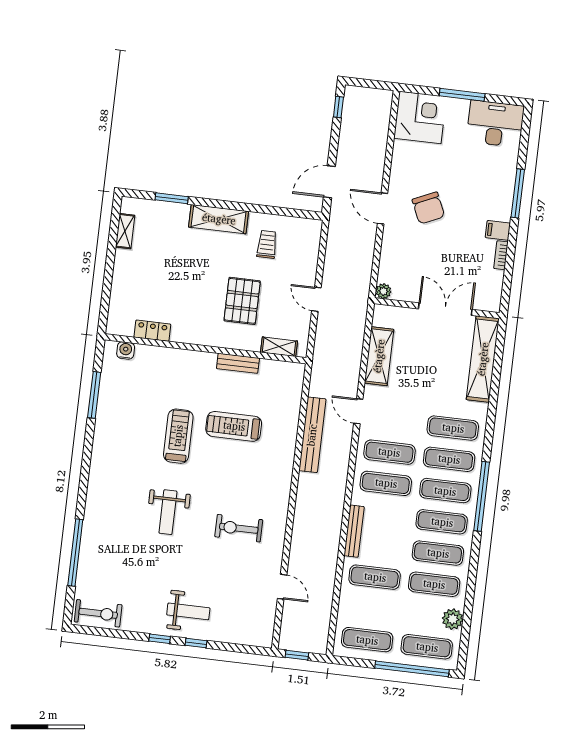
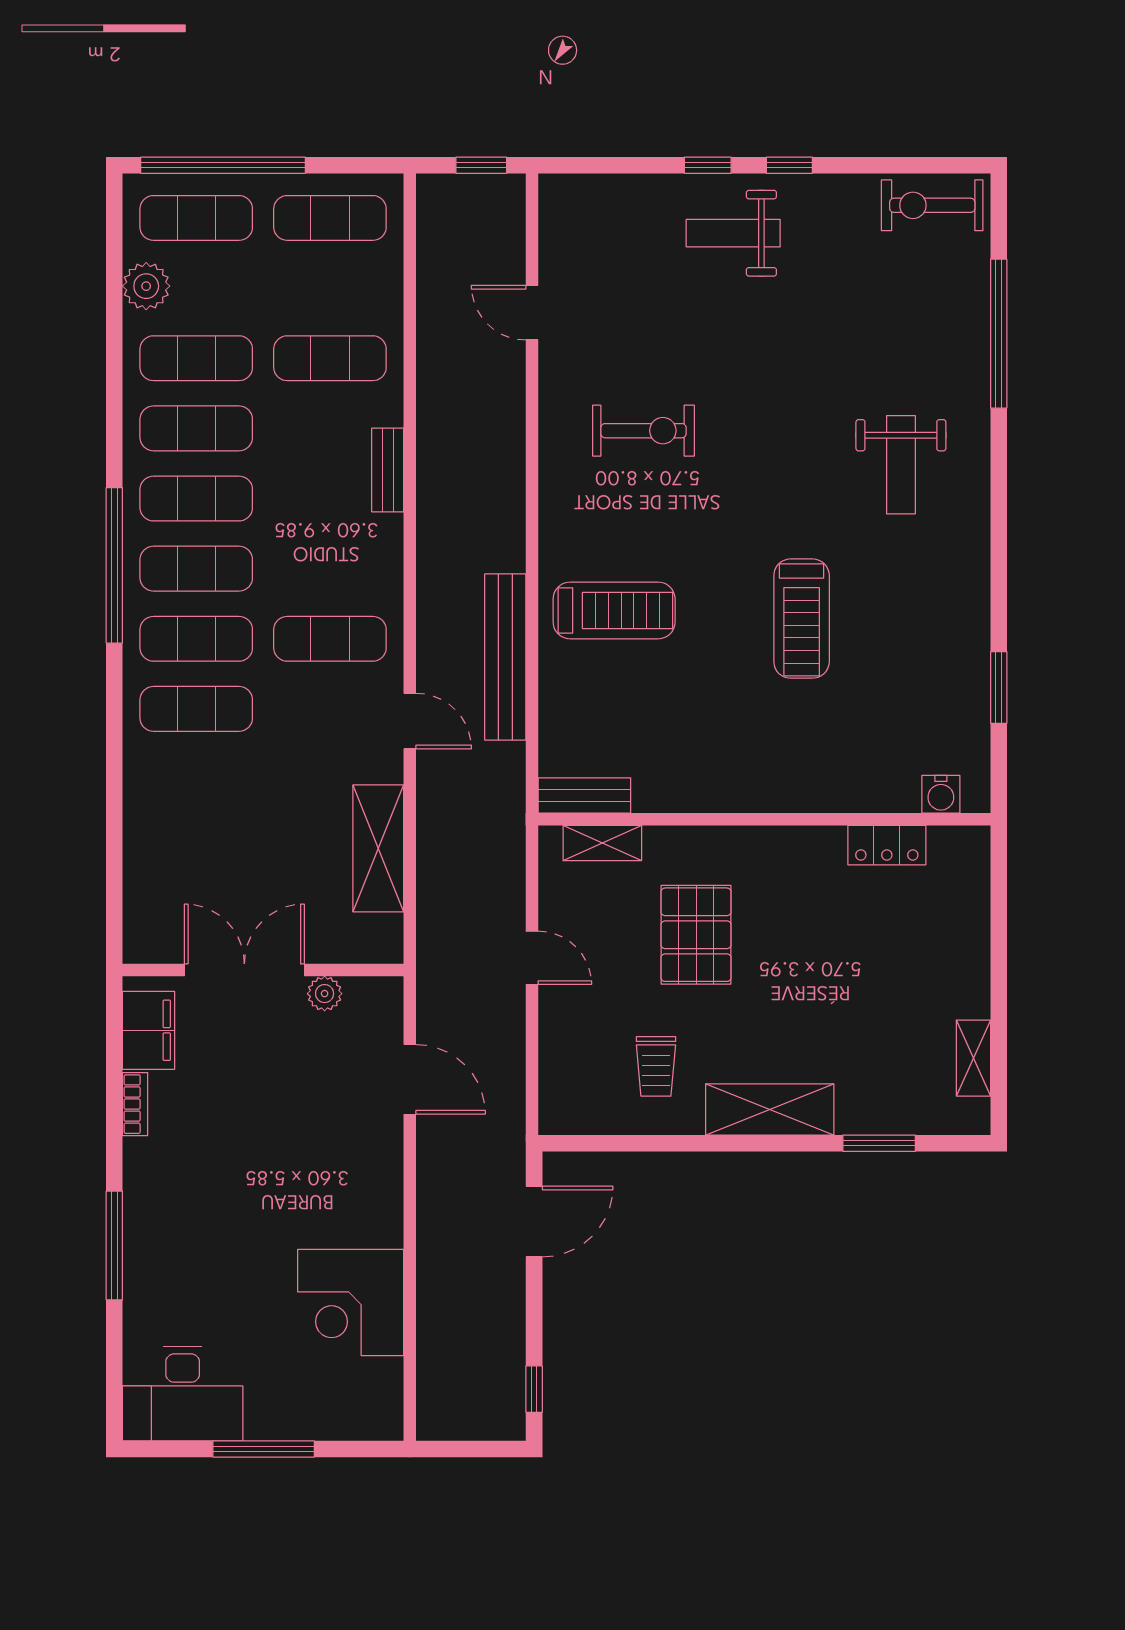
corner desk: (420, 117) -> (351, 1303), moved
door: (382, 208) -> (410, 1079), moved
chair: (428, 208) -> (308, 1189), removed
filing cabinet: (498, 230) -> (149, 1030), moved, width x2.00
plant: (383, 291) -> (325, 994), moved
double door: (445, 309) -> (244, 970), swing flipped
shelving: (483, 359) -> (148, 870), removed
bench: (238, 363) -> (584, 796), moved
window: (94, 395) -> (999, 687), width x0.69
treadmill: (234, 426) -> (614, 610), moved
exercise mat: (386, 483) -> (330, 569), removed
weight bench: (168, 512) -> (901, 465), moved, turned 180
bench: (354, 531) -> (388, 470), width x0.73

